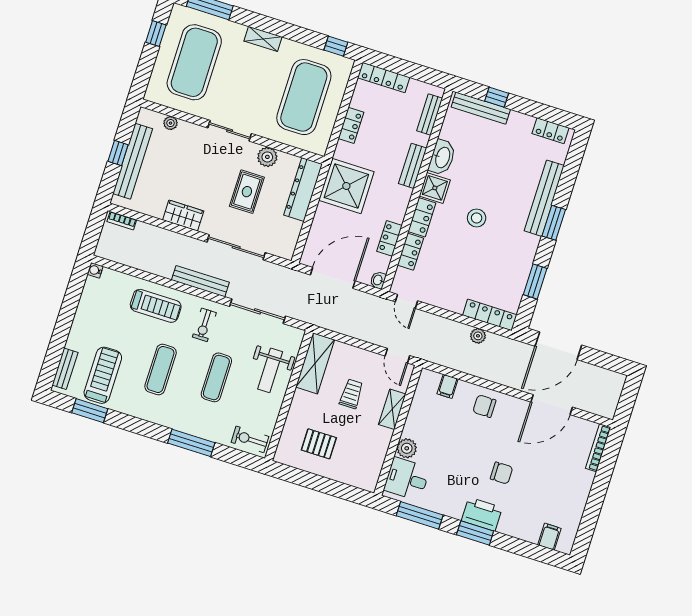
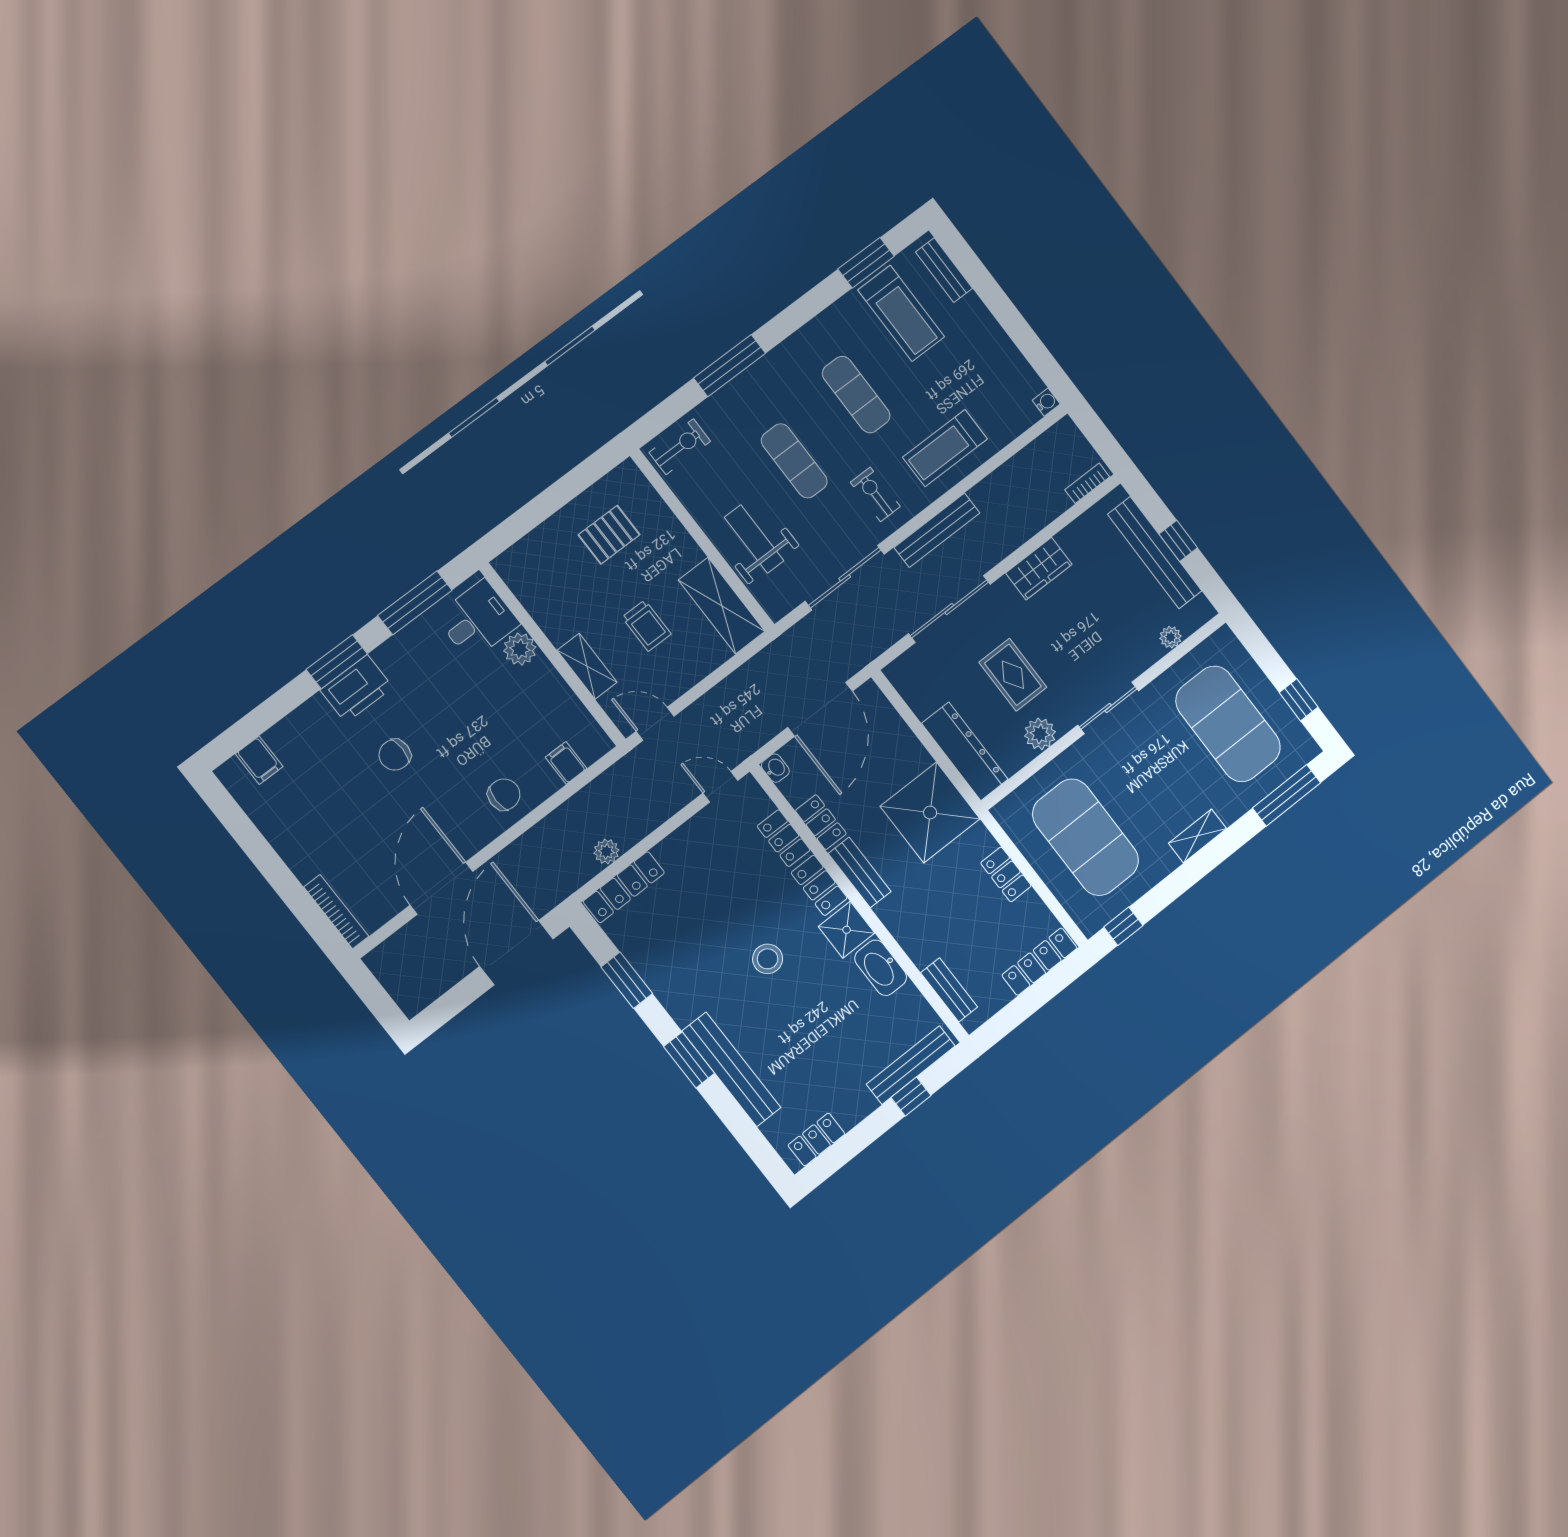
bench: (413, 166) -> (860, 872), moved

